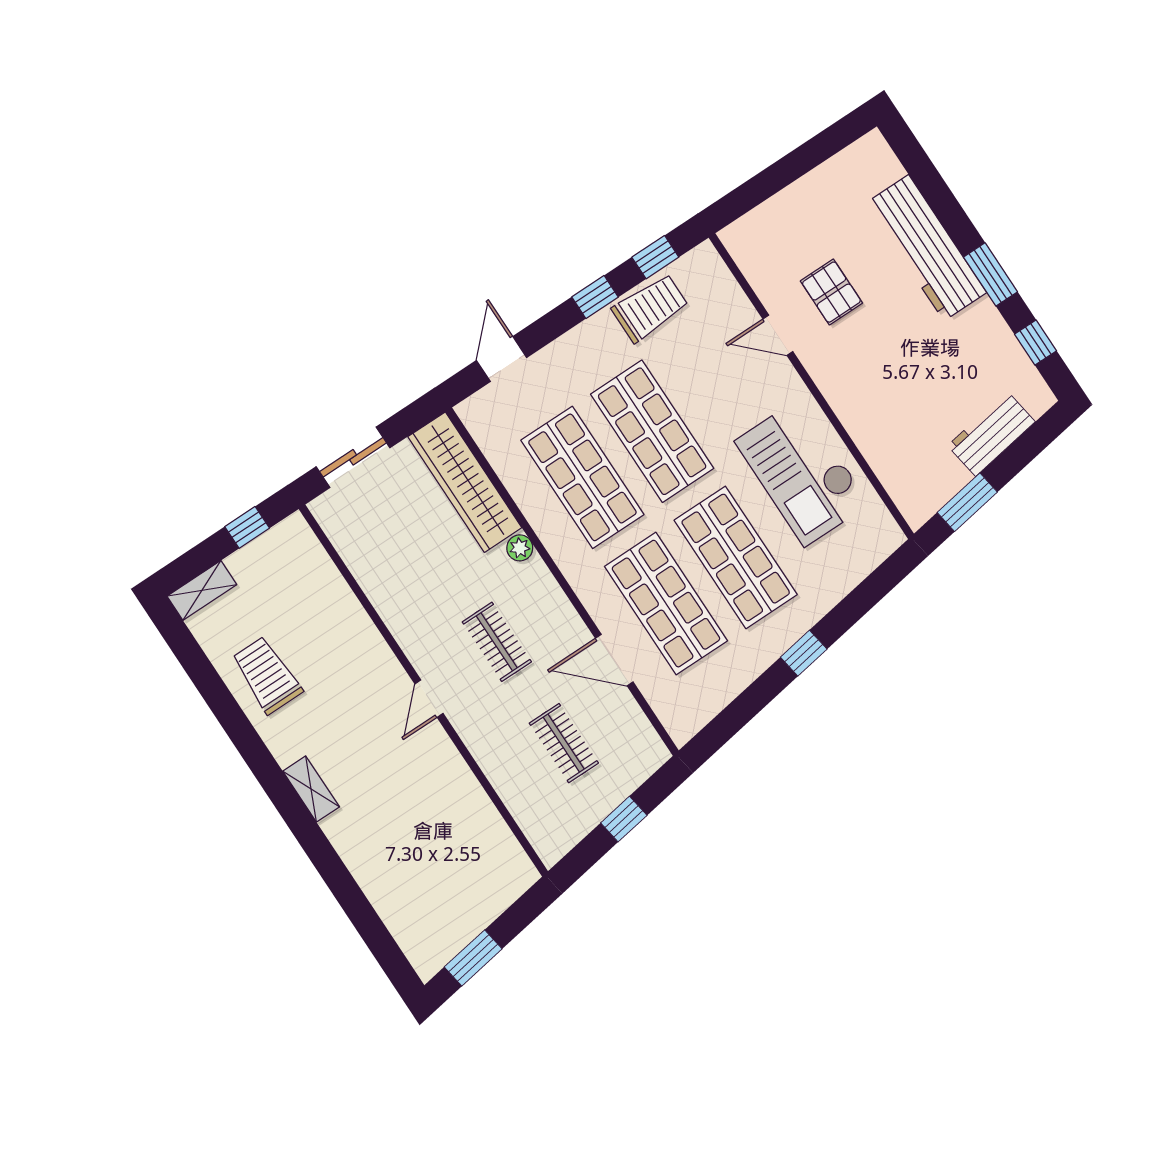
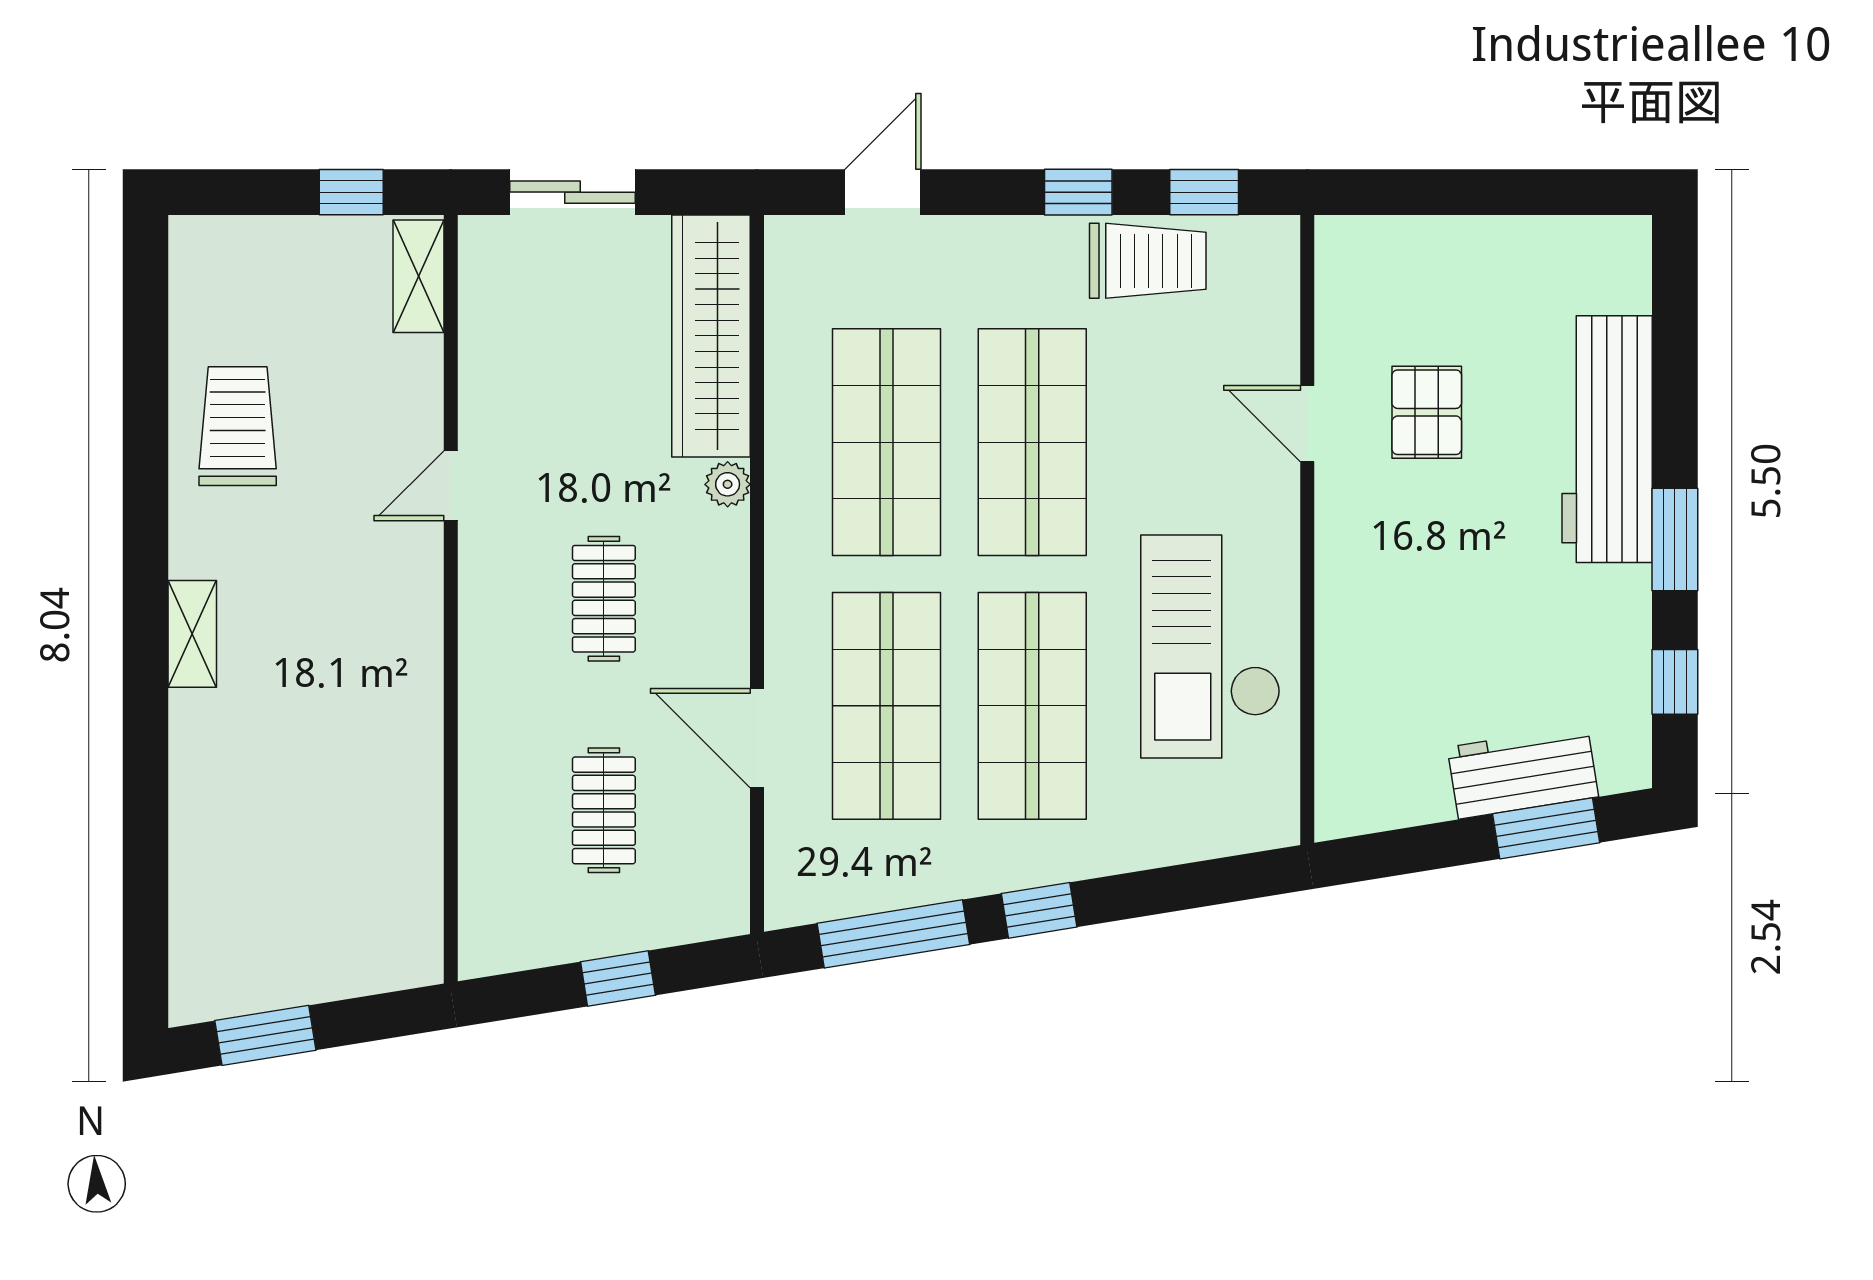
window: (967, 502) -> (1546, 828), moved
shelving: (202, 590) -> (419, 276), moved, turned 90
door: (429, 699) -> (451, 486), moved
window: (741, 711) -> (893, 934), added

